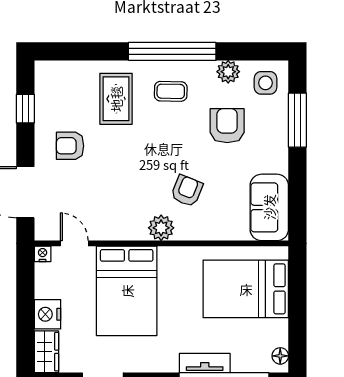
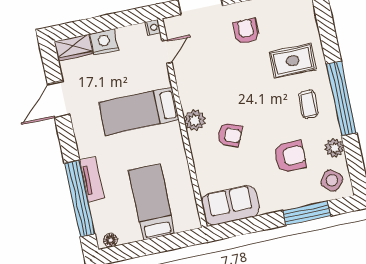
side table: (265, 83) -> (332, 180), turned 37
bed: (246, 289) -> (152, 202), width x0.67
bed: (127, 291) -> (139, 111), width x0.67

